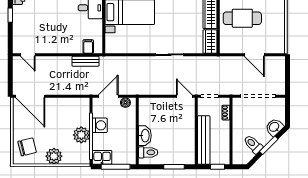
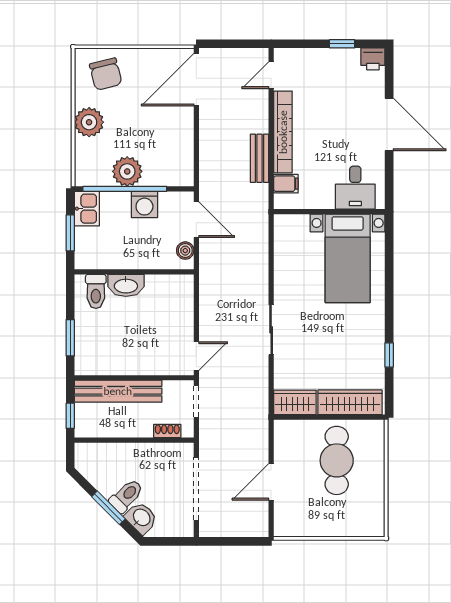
bookcase: (59, 48) -> (283, 132), added
bench: (86, 61) -> (259, 158), moved
toilet: (253, 144) -> (126, 496), moved
window: (116, 167) -> (70, 233), width x0.69

